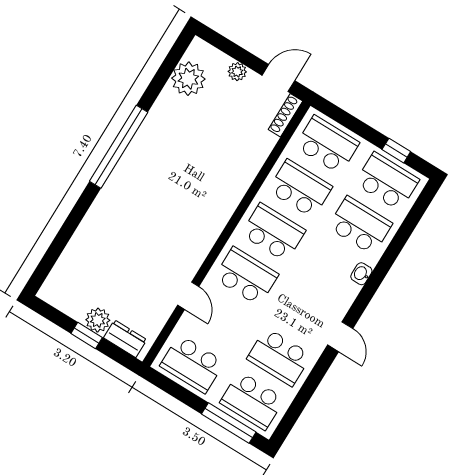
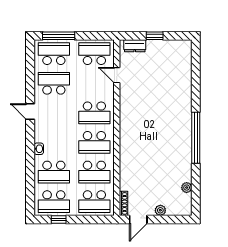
plant: (188, 79) -> (187, 188), width x0.53, depth x0.53
door: (188, 296) -> (117, 75), moved
plant: (98, 320) -> (154, 47), removed

